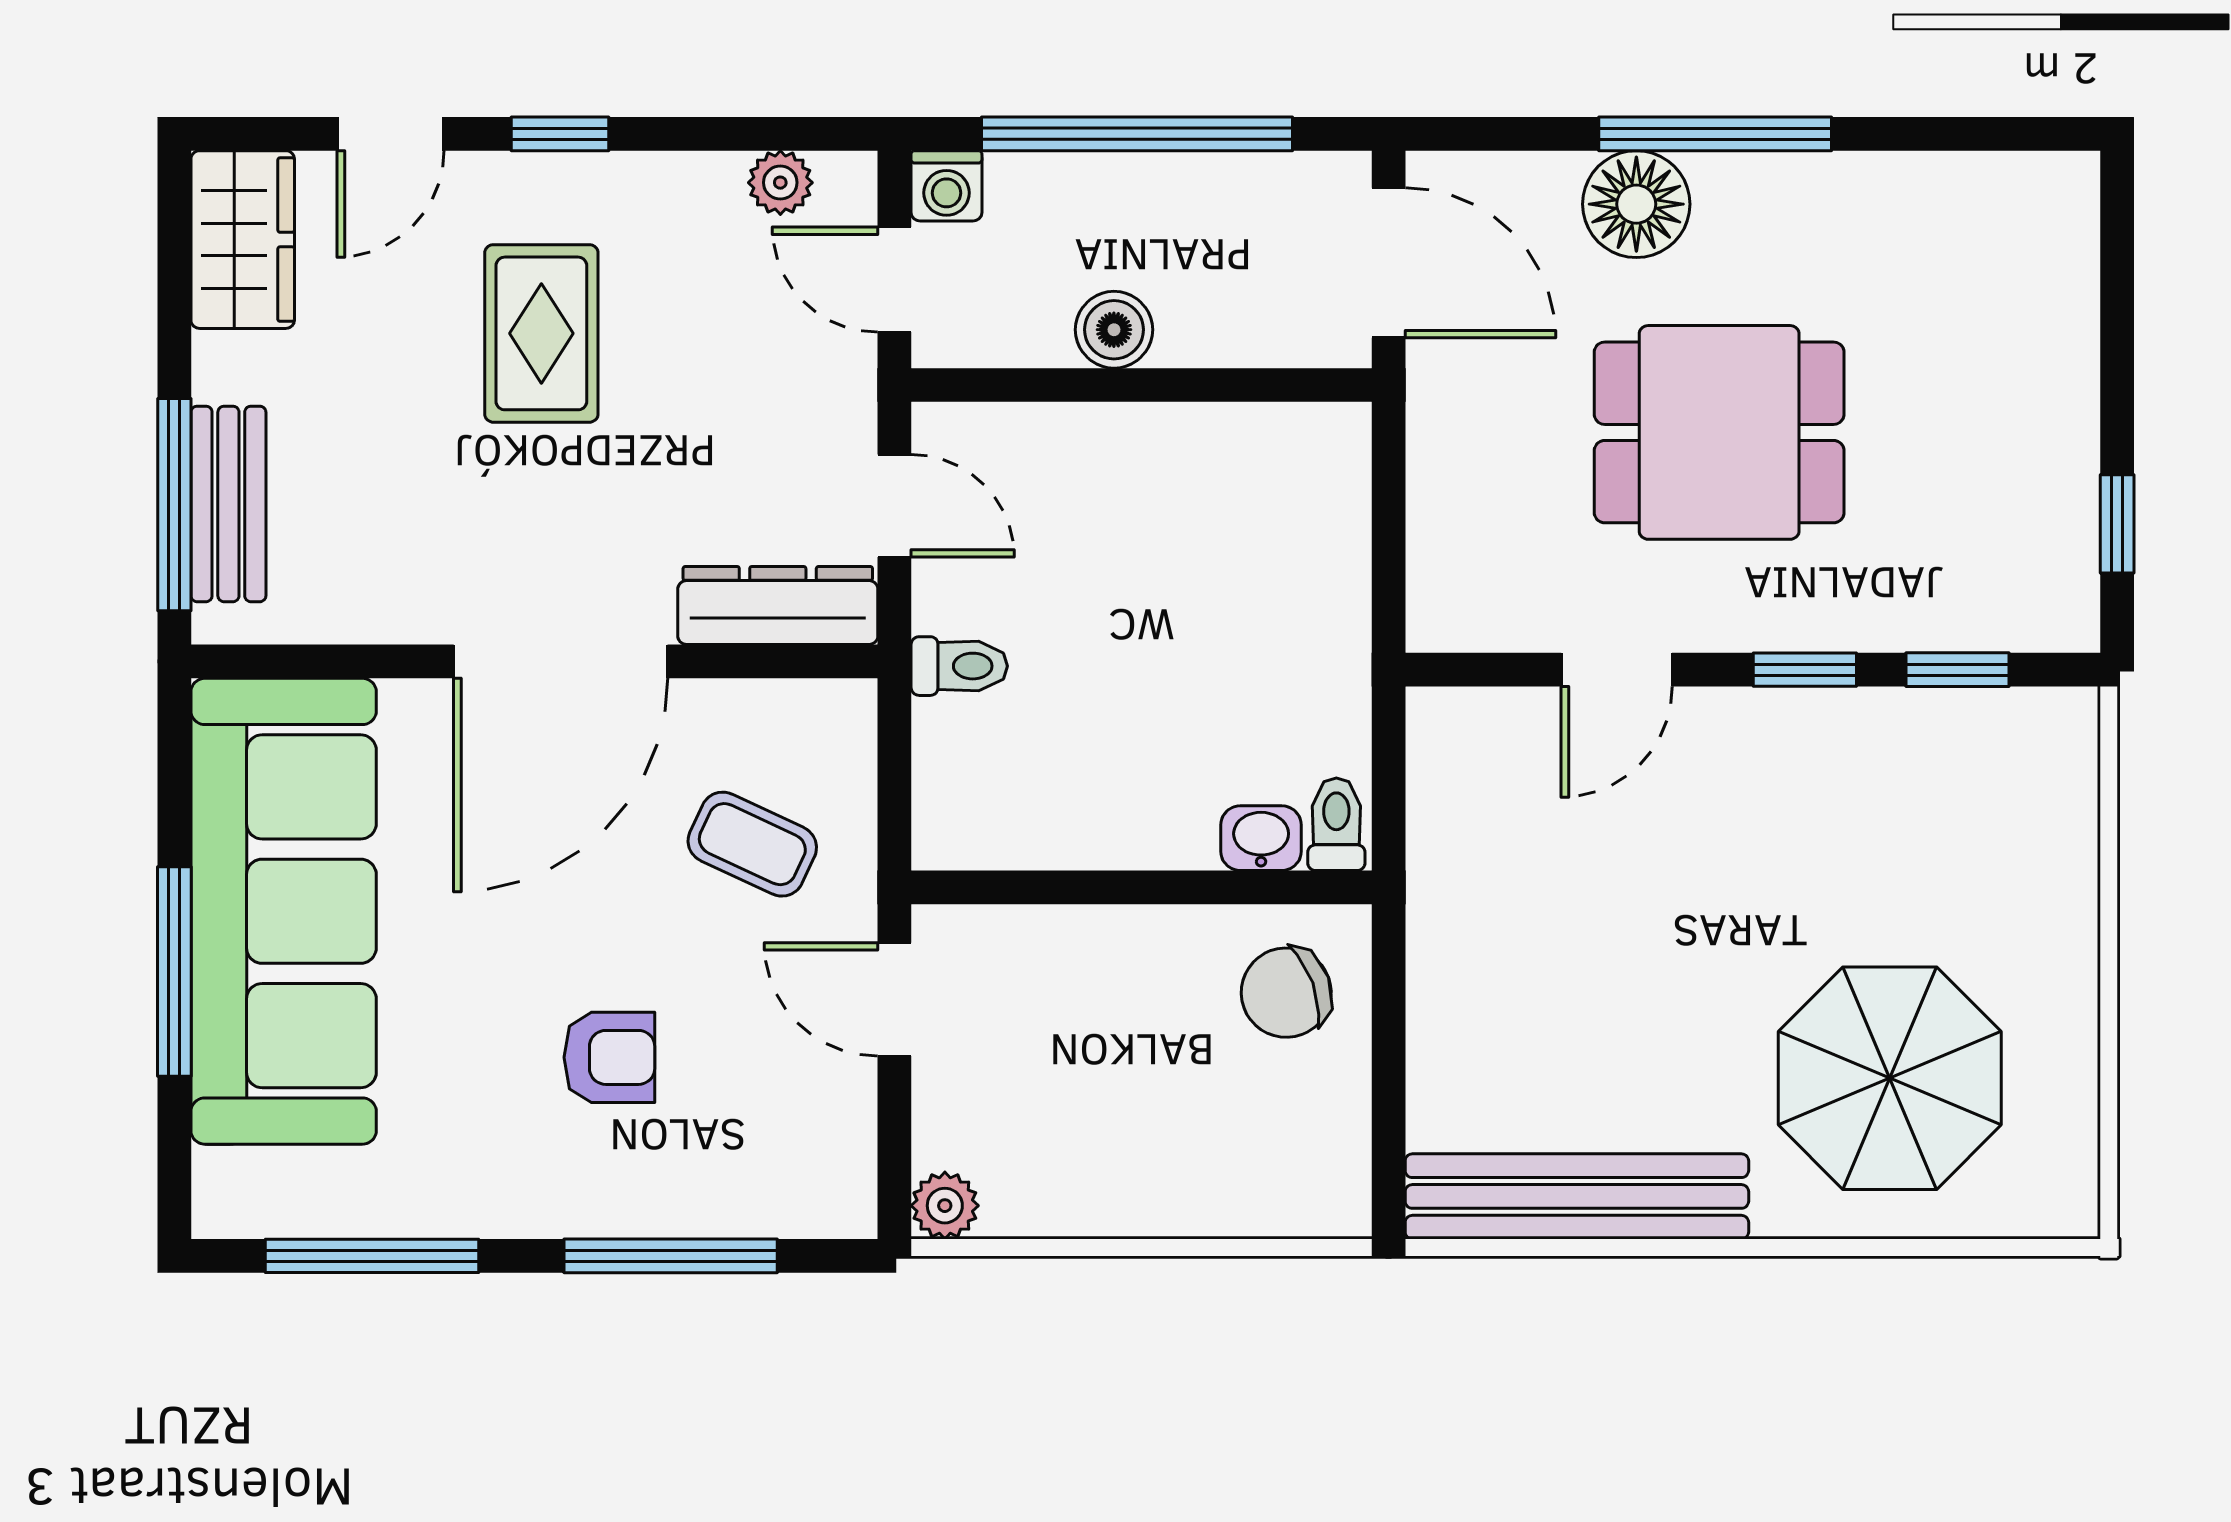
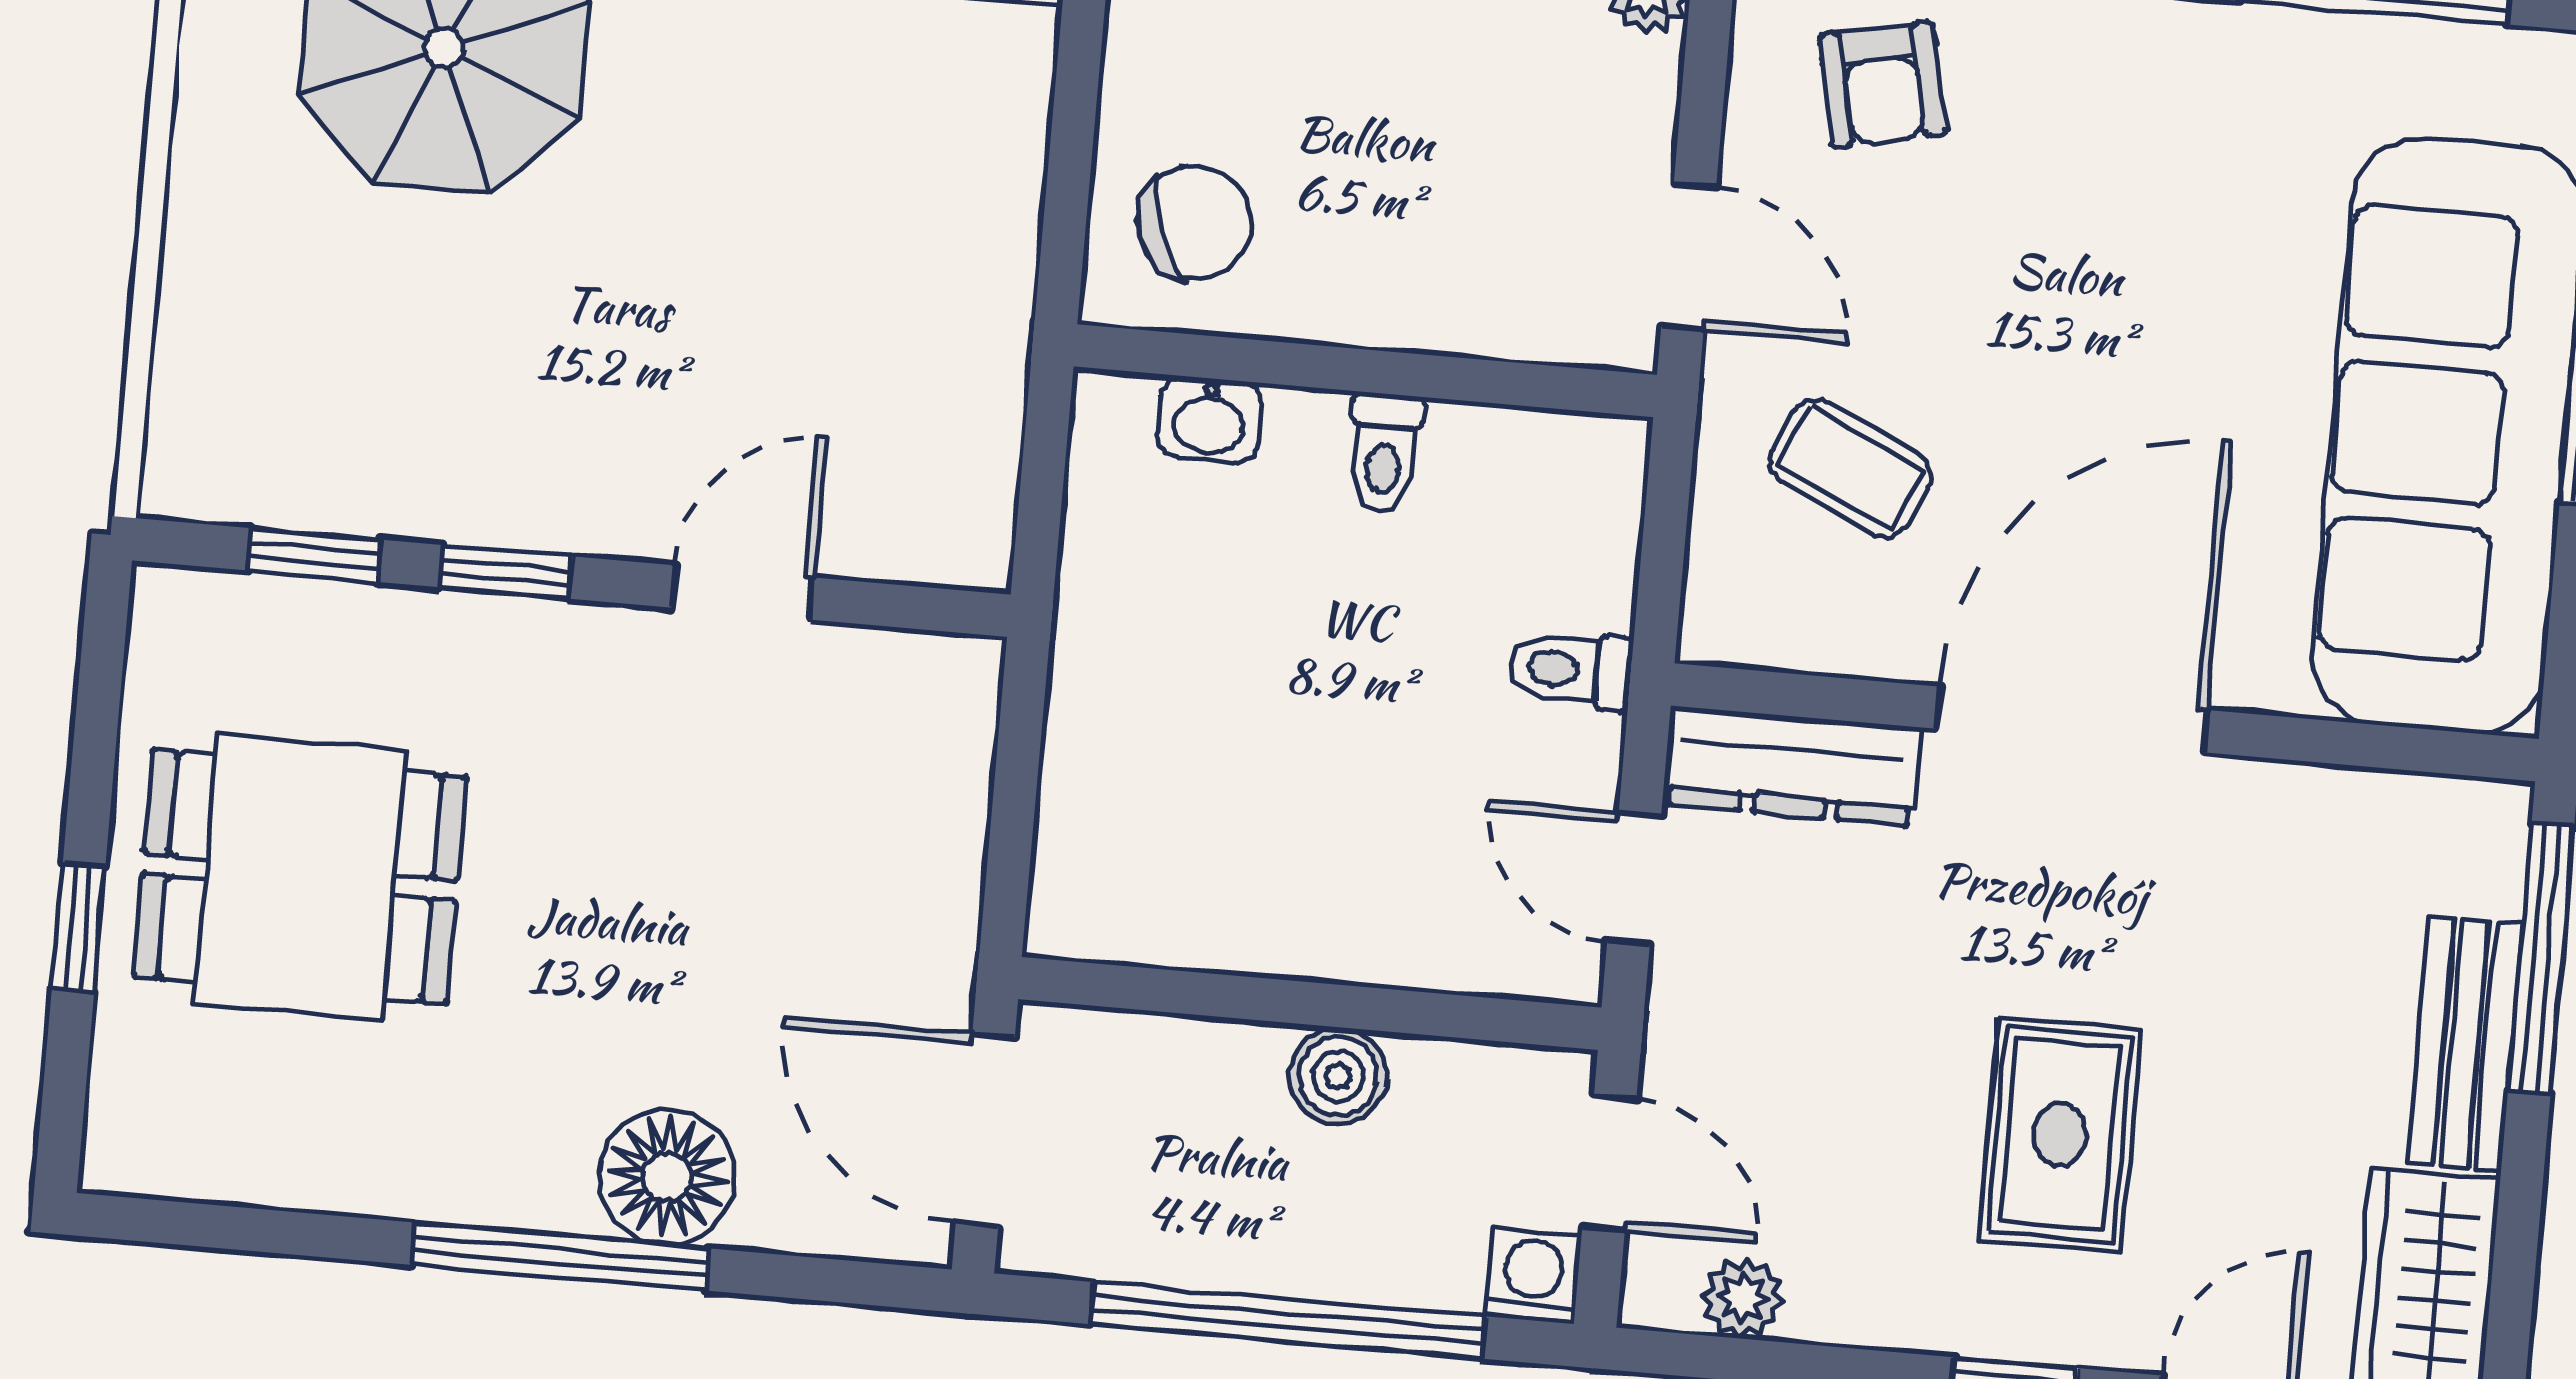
dining table: (1719, 432) -> (300, 877), moved
bench: (228, 504) -> (2465, 1043), moved
window: (2117, 524) -> (79, 927), moved
toilet: (1336, 824) -> (1384, 453), moved
armchair: (609, 1057) -> (1882, 85), moved, turned -102

